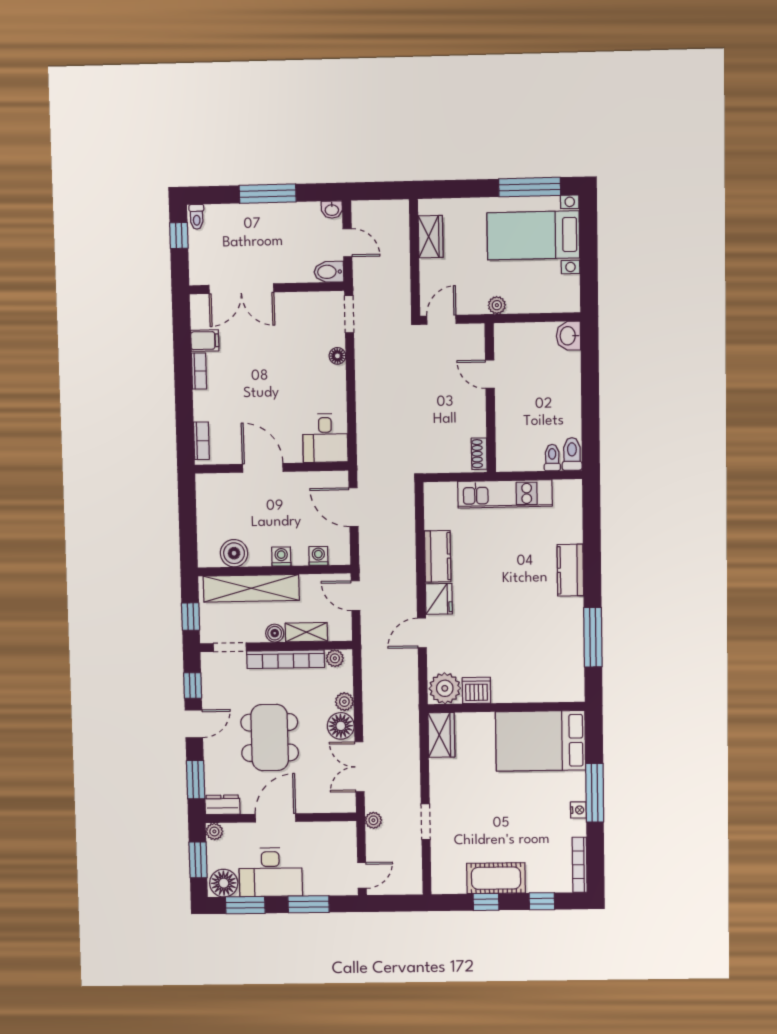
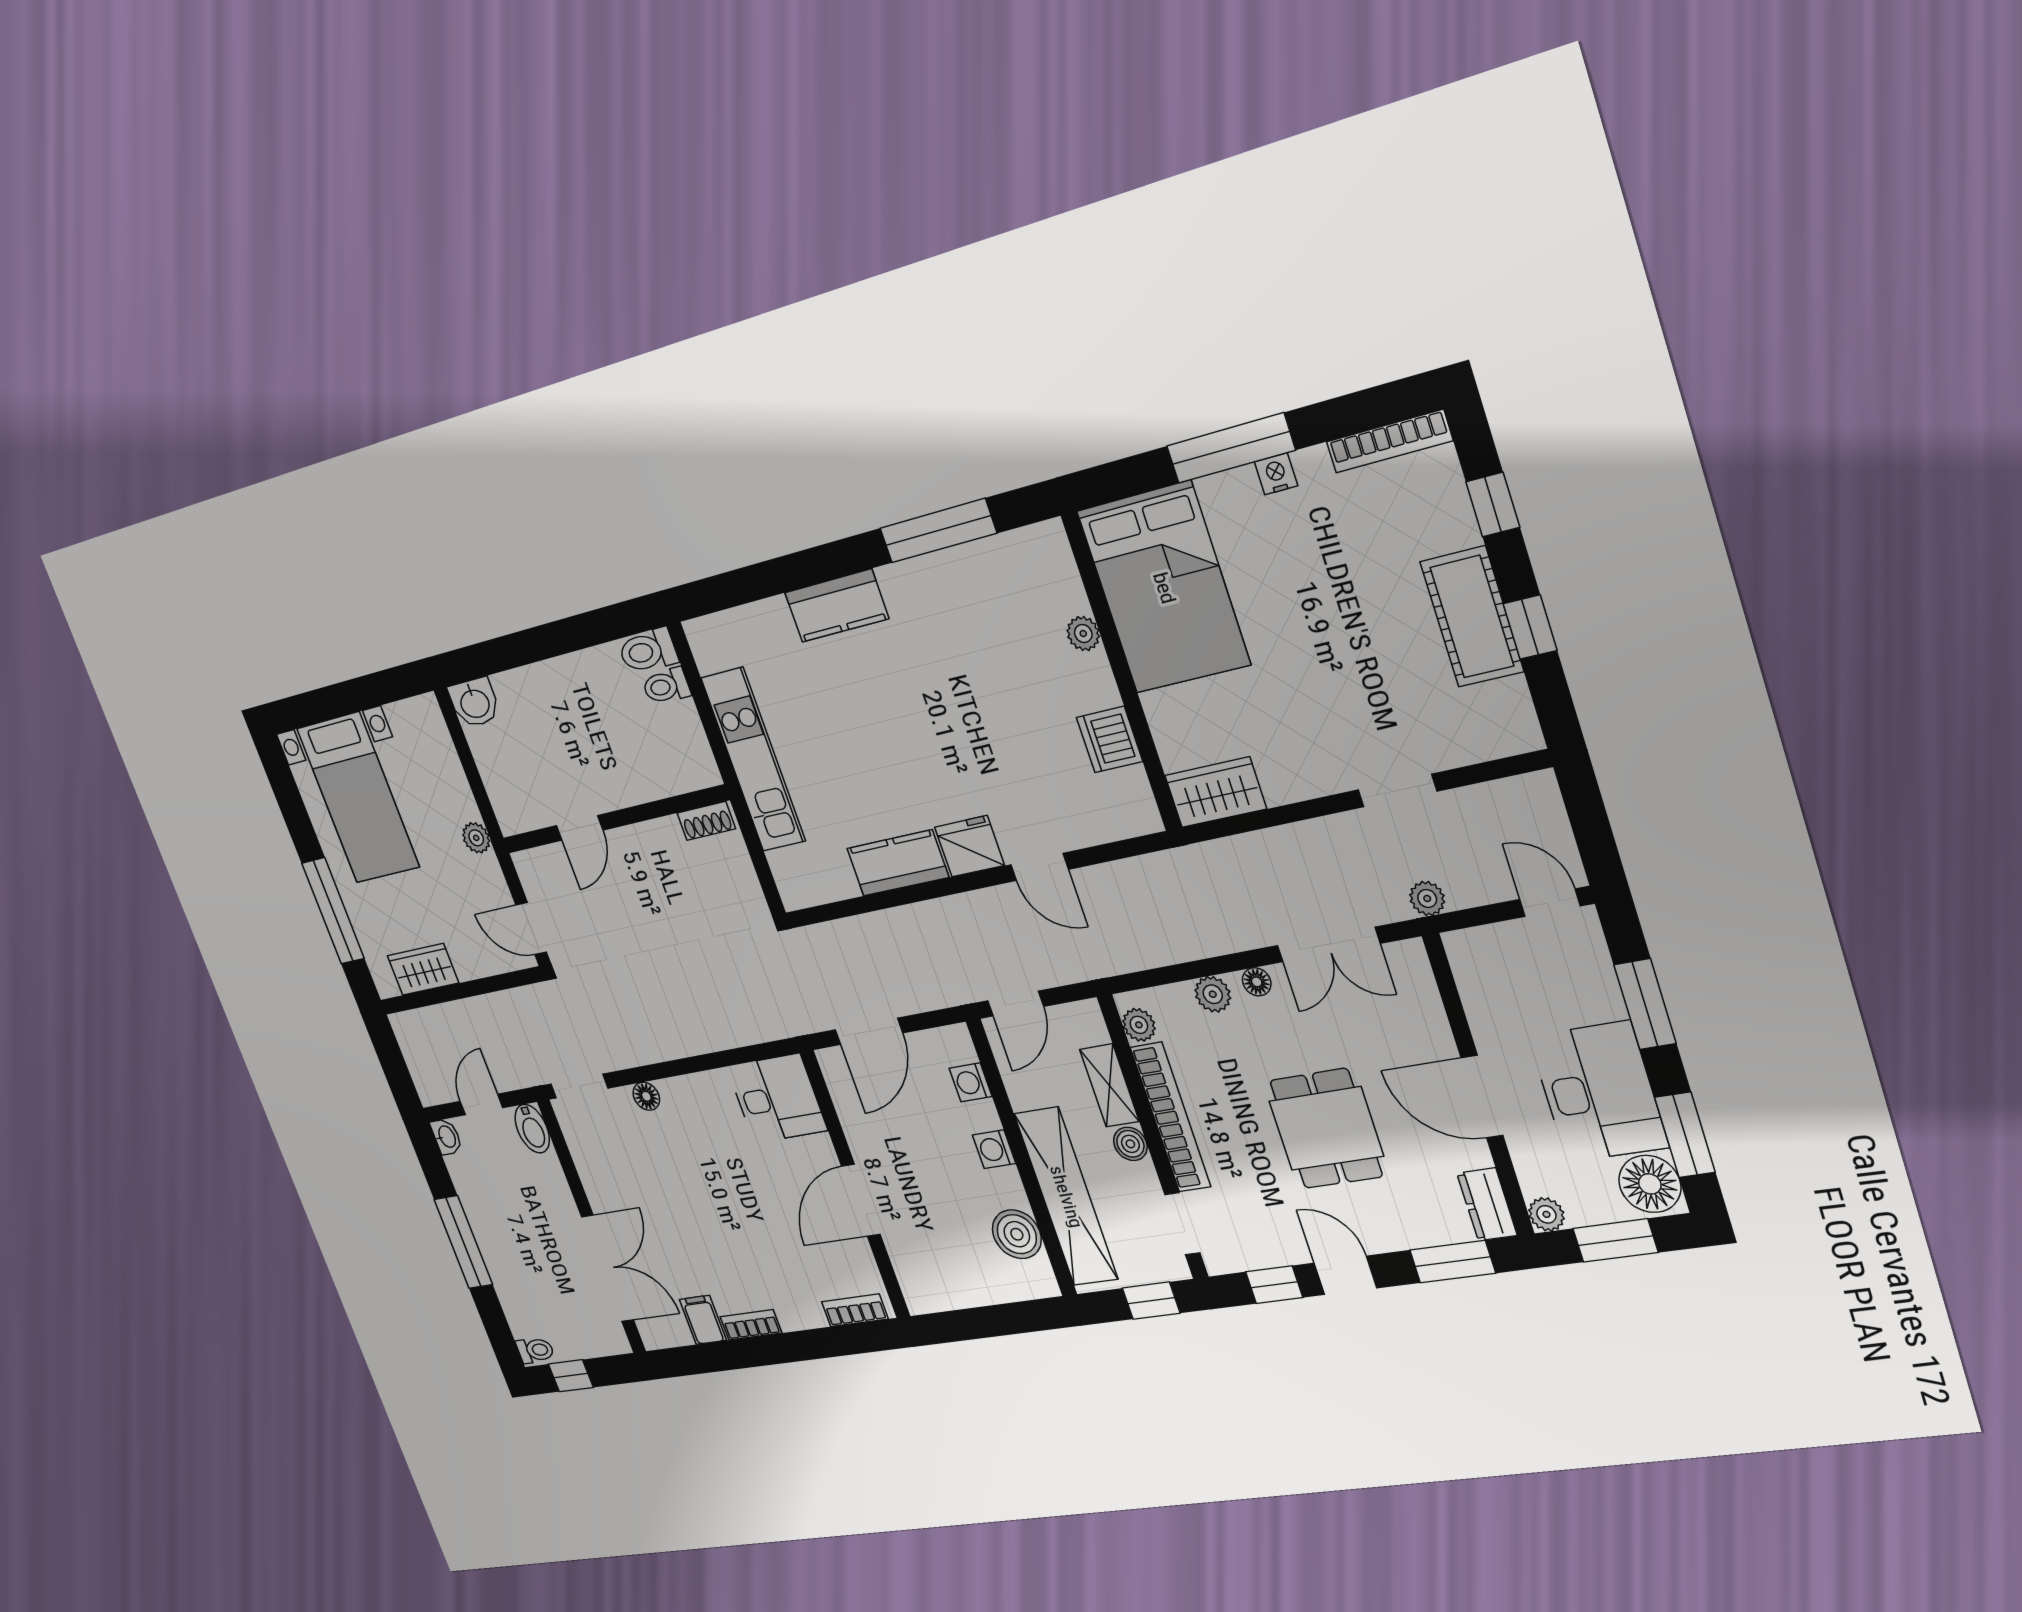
window: (530, 187) -> (333, 911), moved
plant: (445, 688) -> (1083, 634), moved, width x0.53, depth x0.53
floor lamp: (341, 726) -> (1257, 982), width x0.53, depth x0.53
dining table: (270, 738) -> (1326, 1129), width x0.73

